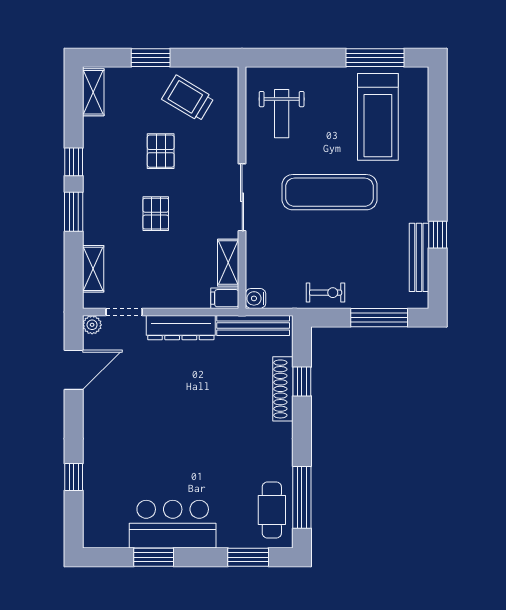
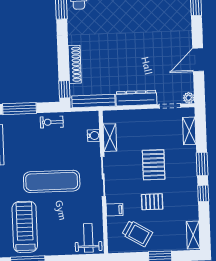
weight bench: (282, 114) -> (88, 238), moved
pallet: (161, 151) -> (152, 202), turned 90
pallet: (156, 214) -> (154, 165), width x1.50, depth x1.42
filing cabinet: (225, 298) -> (115, 210), moved
water cooler: (256, 298) -> (94, 136), moved
door: (74, 370) -> (198, 60), moved
window: (302, 382) -> (64, 89), moved

